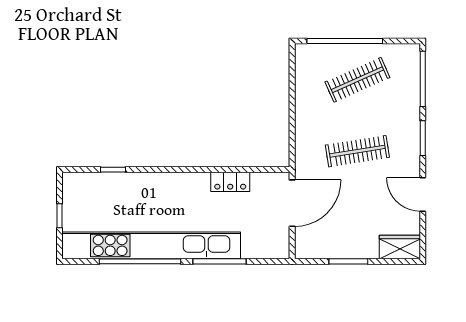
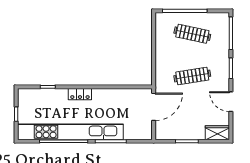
clothes rail: (357, 80) -> (192, 34), turned 36
locker: (230, 182) -> (80, 94), moved

